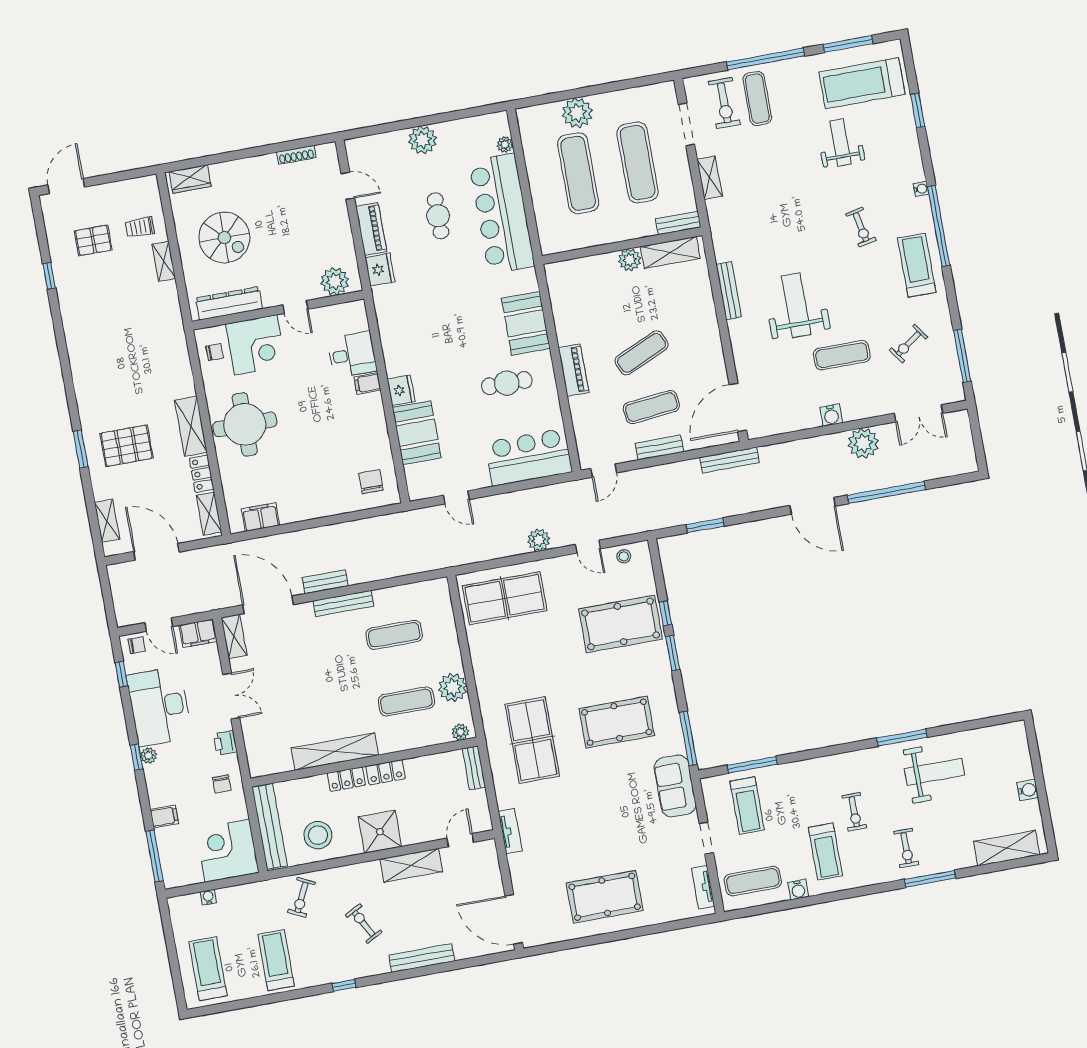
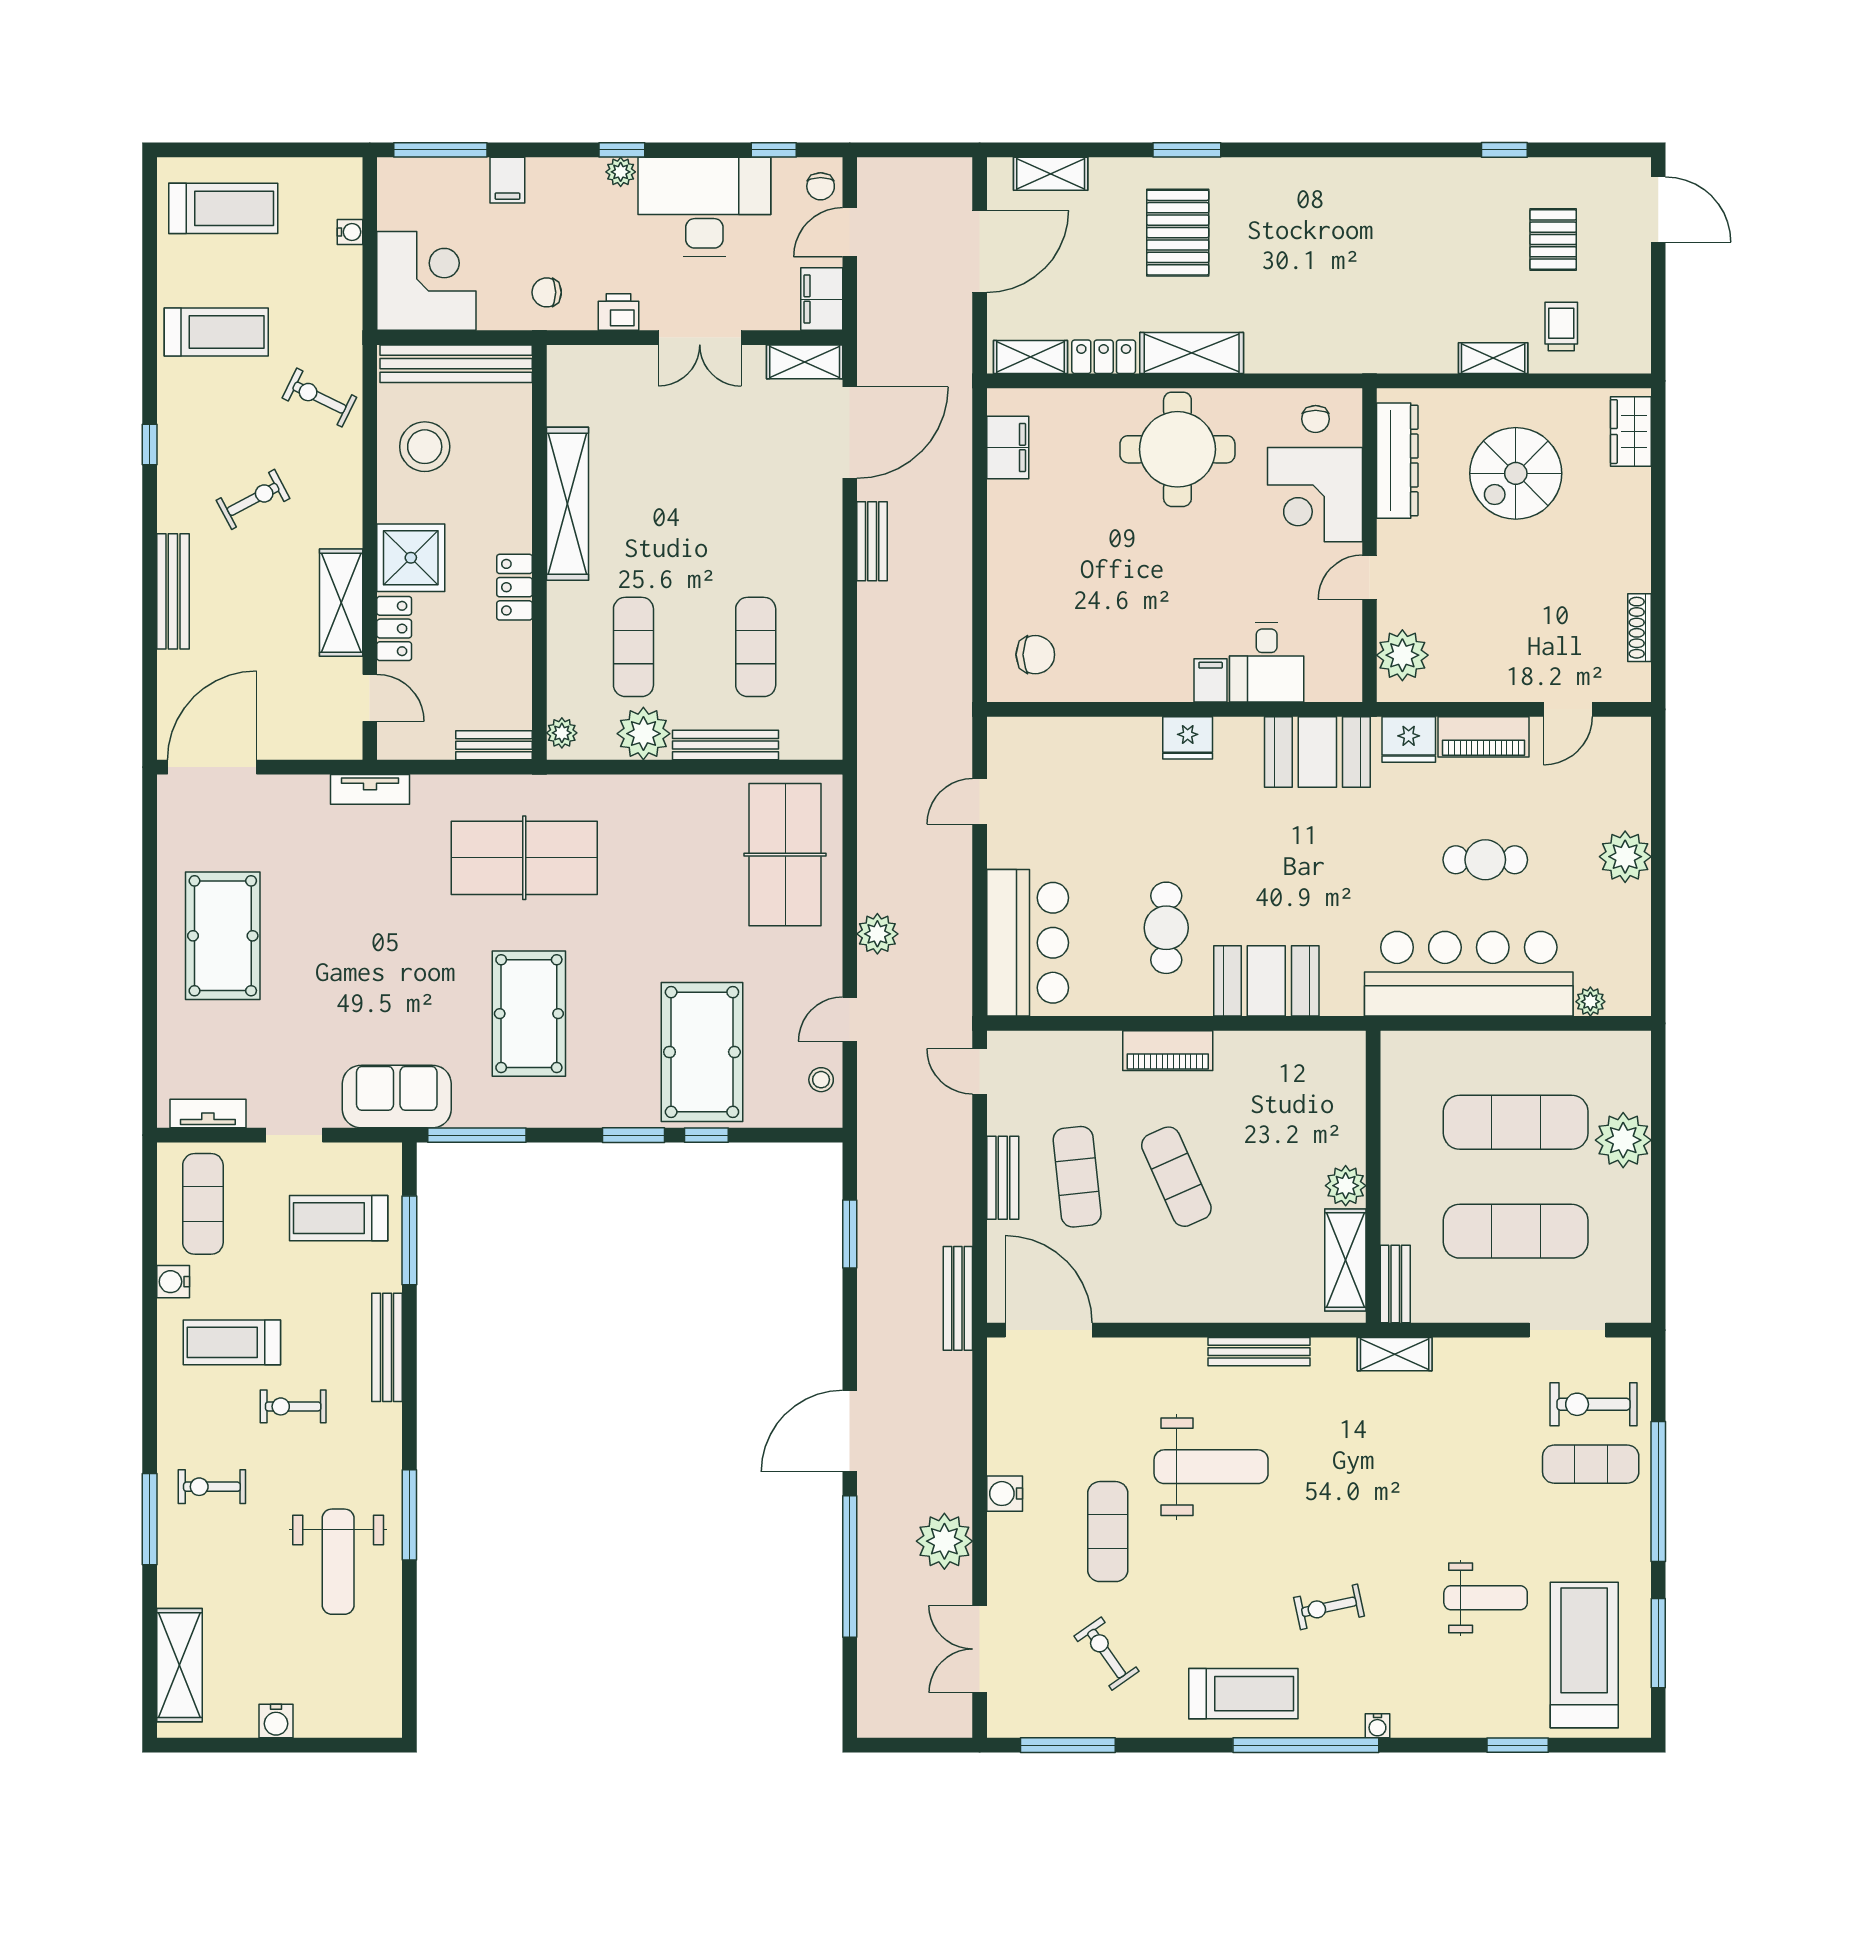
shelving: (710, 178) -> (1395, 1354), moved
booth: (417, 433) -> (1317, 752), moved
bench: (343, 603) -> (726, 745), moved, turned 90
bench: (813, 766) -> (387, 1347), added
locker: (346, 779) -> (394, 629), moved, turned 180

